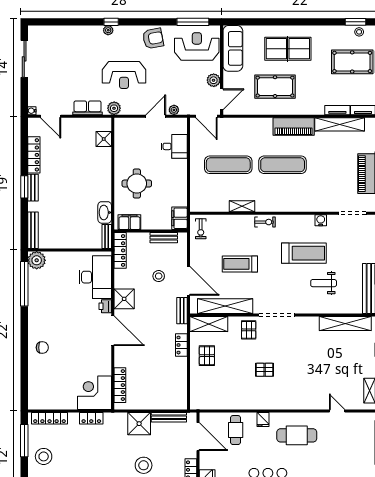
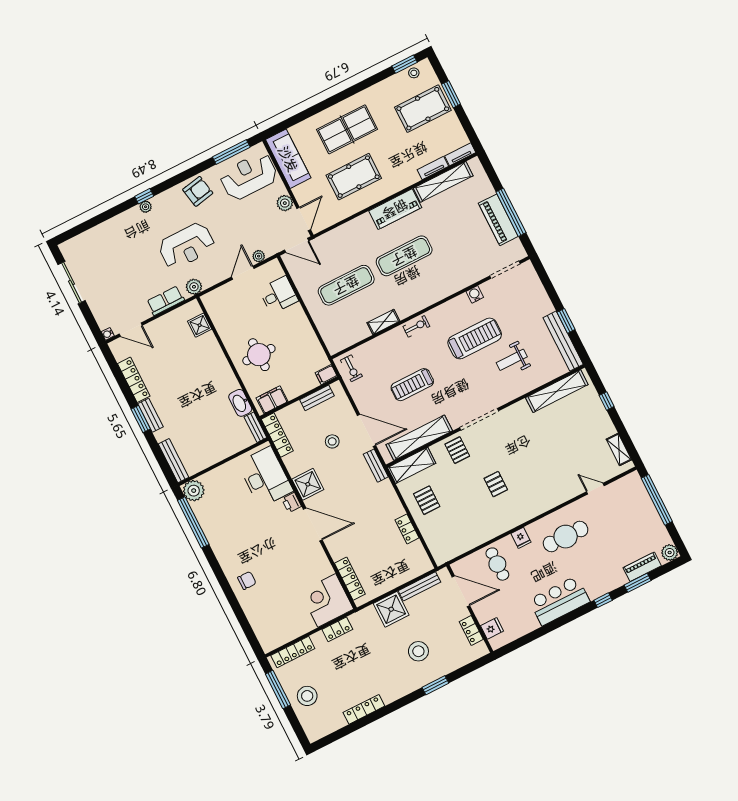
filing cabinet: (179, 218) -> (326, 375), width x0.50
locker: (181, 345) -> (407, 529), moved
pallet: (265, 370) -> (496, 484), turned 90

